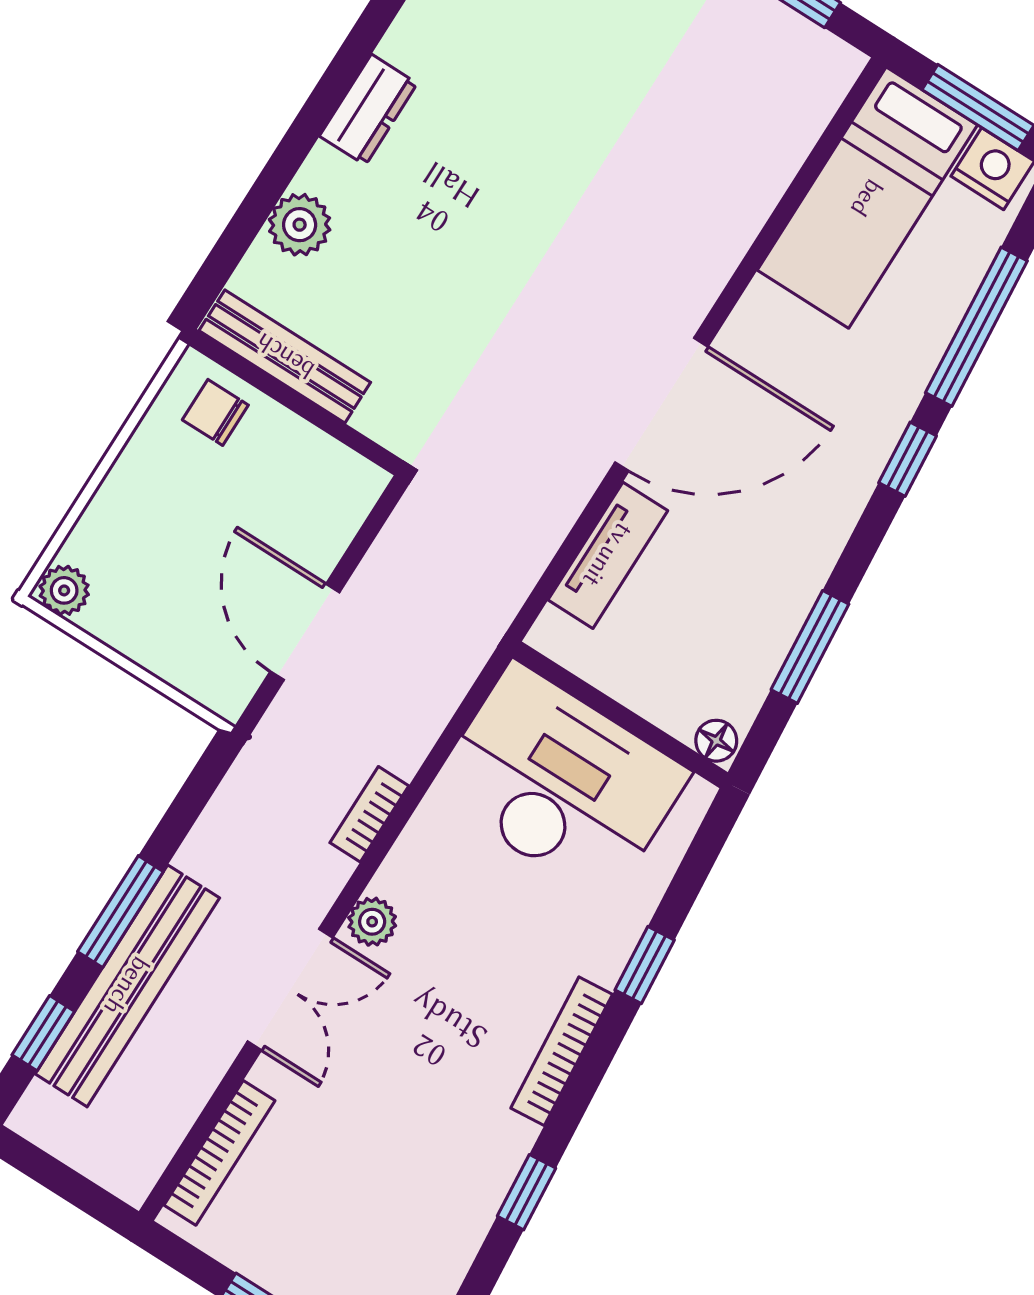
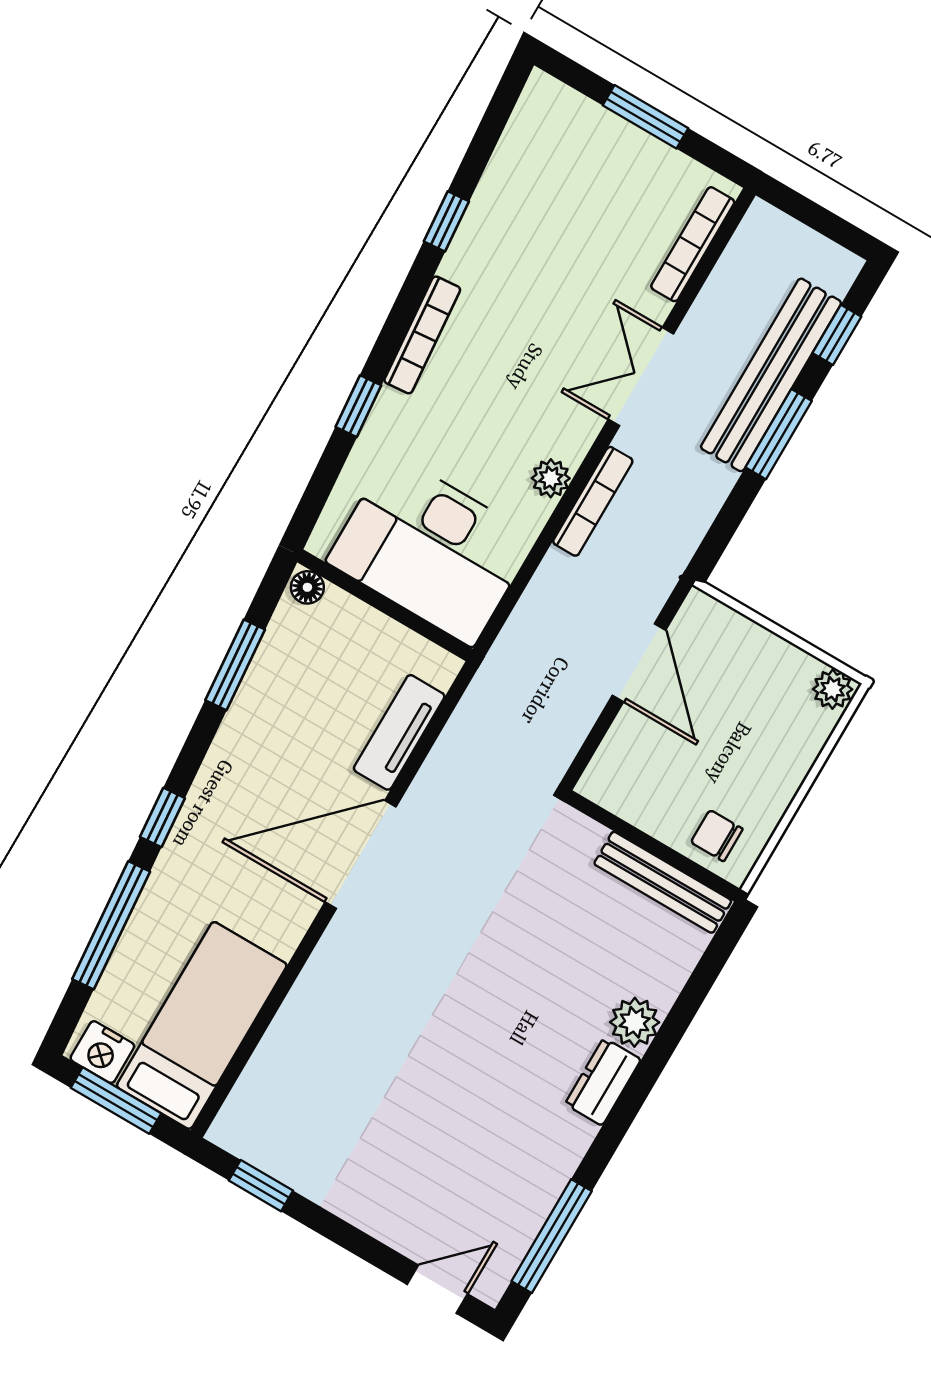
plant: (300, 225) -> (635, 1022), moved
chair: (215, 412) -> (717, 836), turned 180
bookcase: (369, 814) -> (593, 501), width x1.56
plant: (372, 922) -> (551, 478), moved

